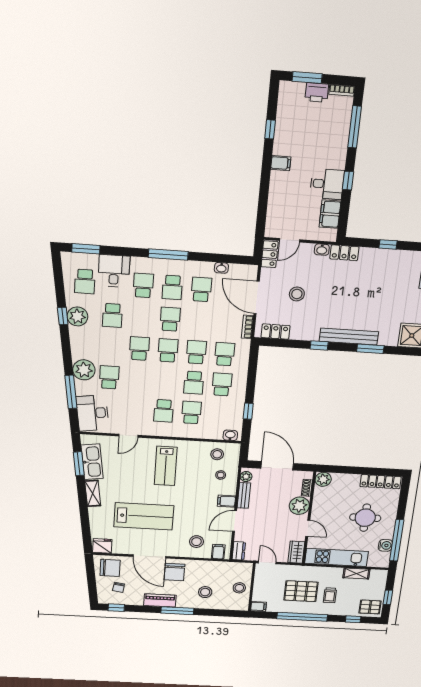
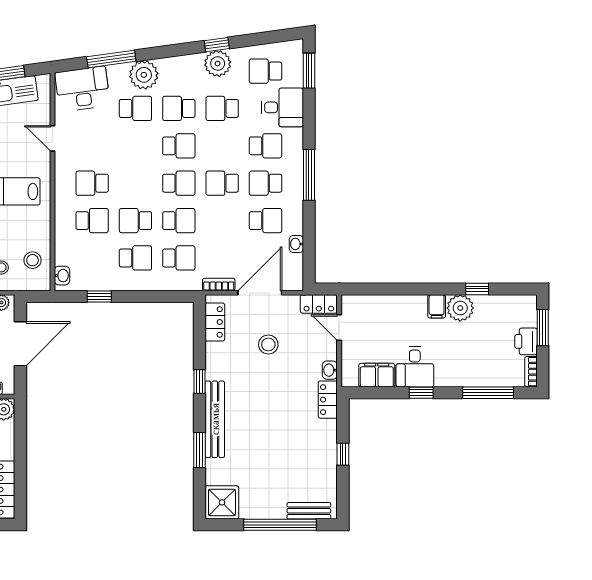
plant: (284, 144) -> (460, 308), added
school desk: (170, 319) -> (222, 183), turned 180
school desk: (111, 347) -> (179, 108), added

